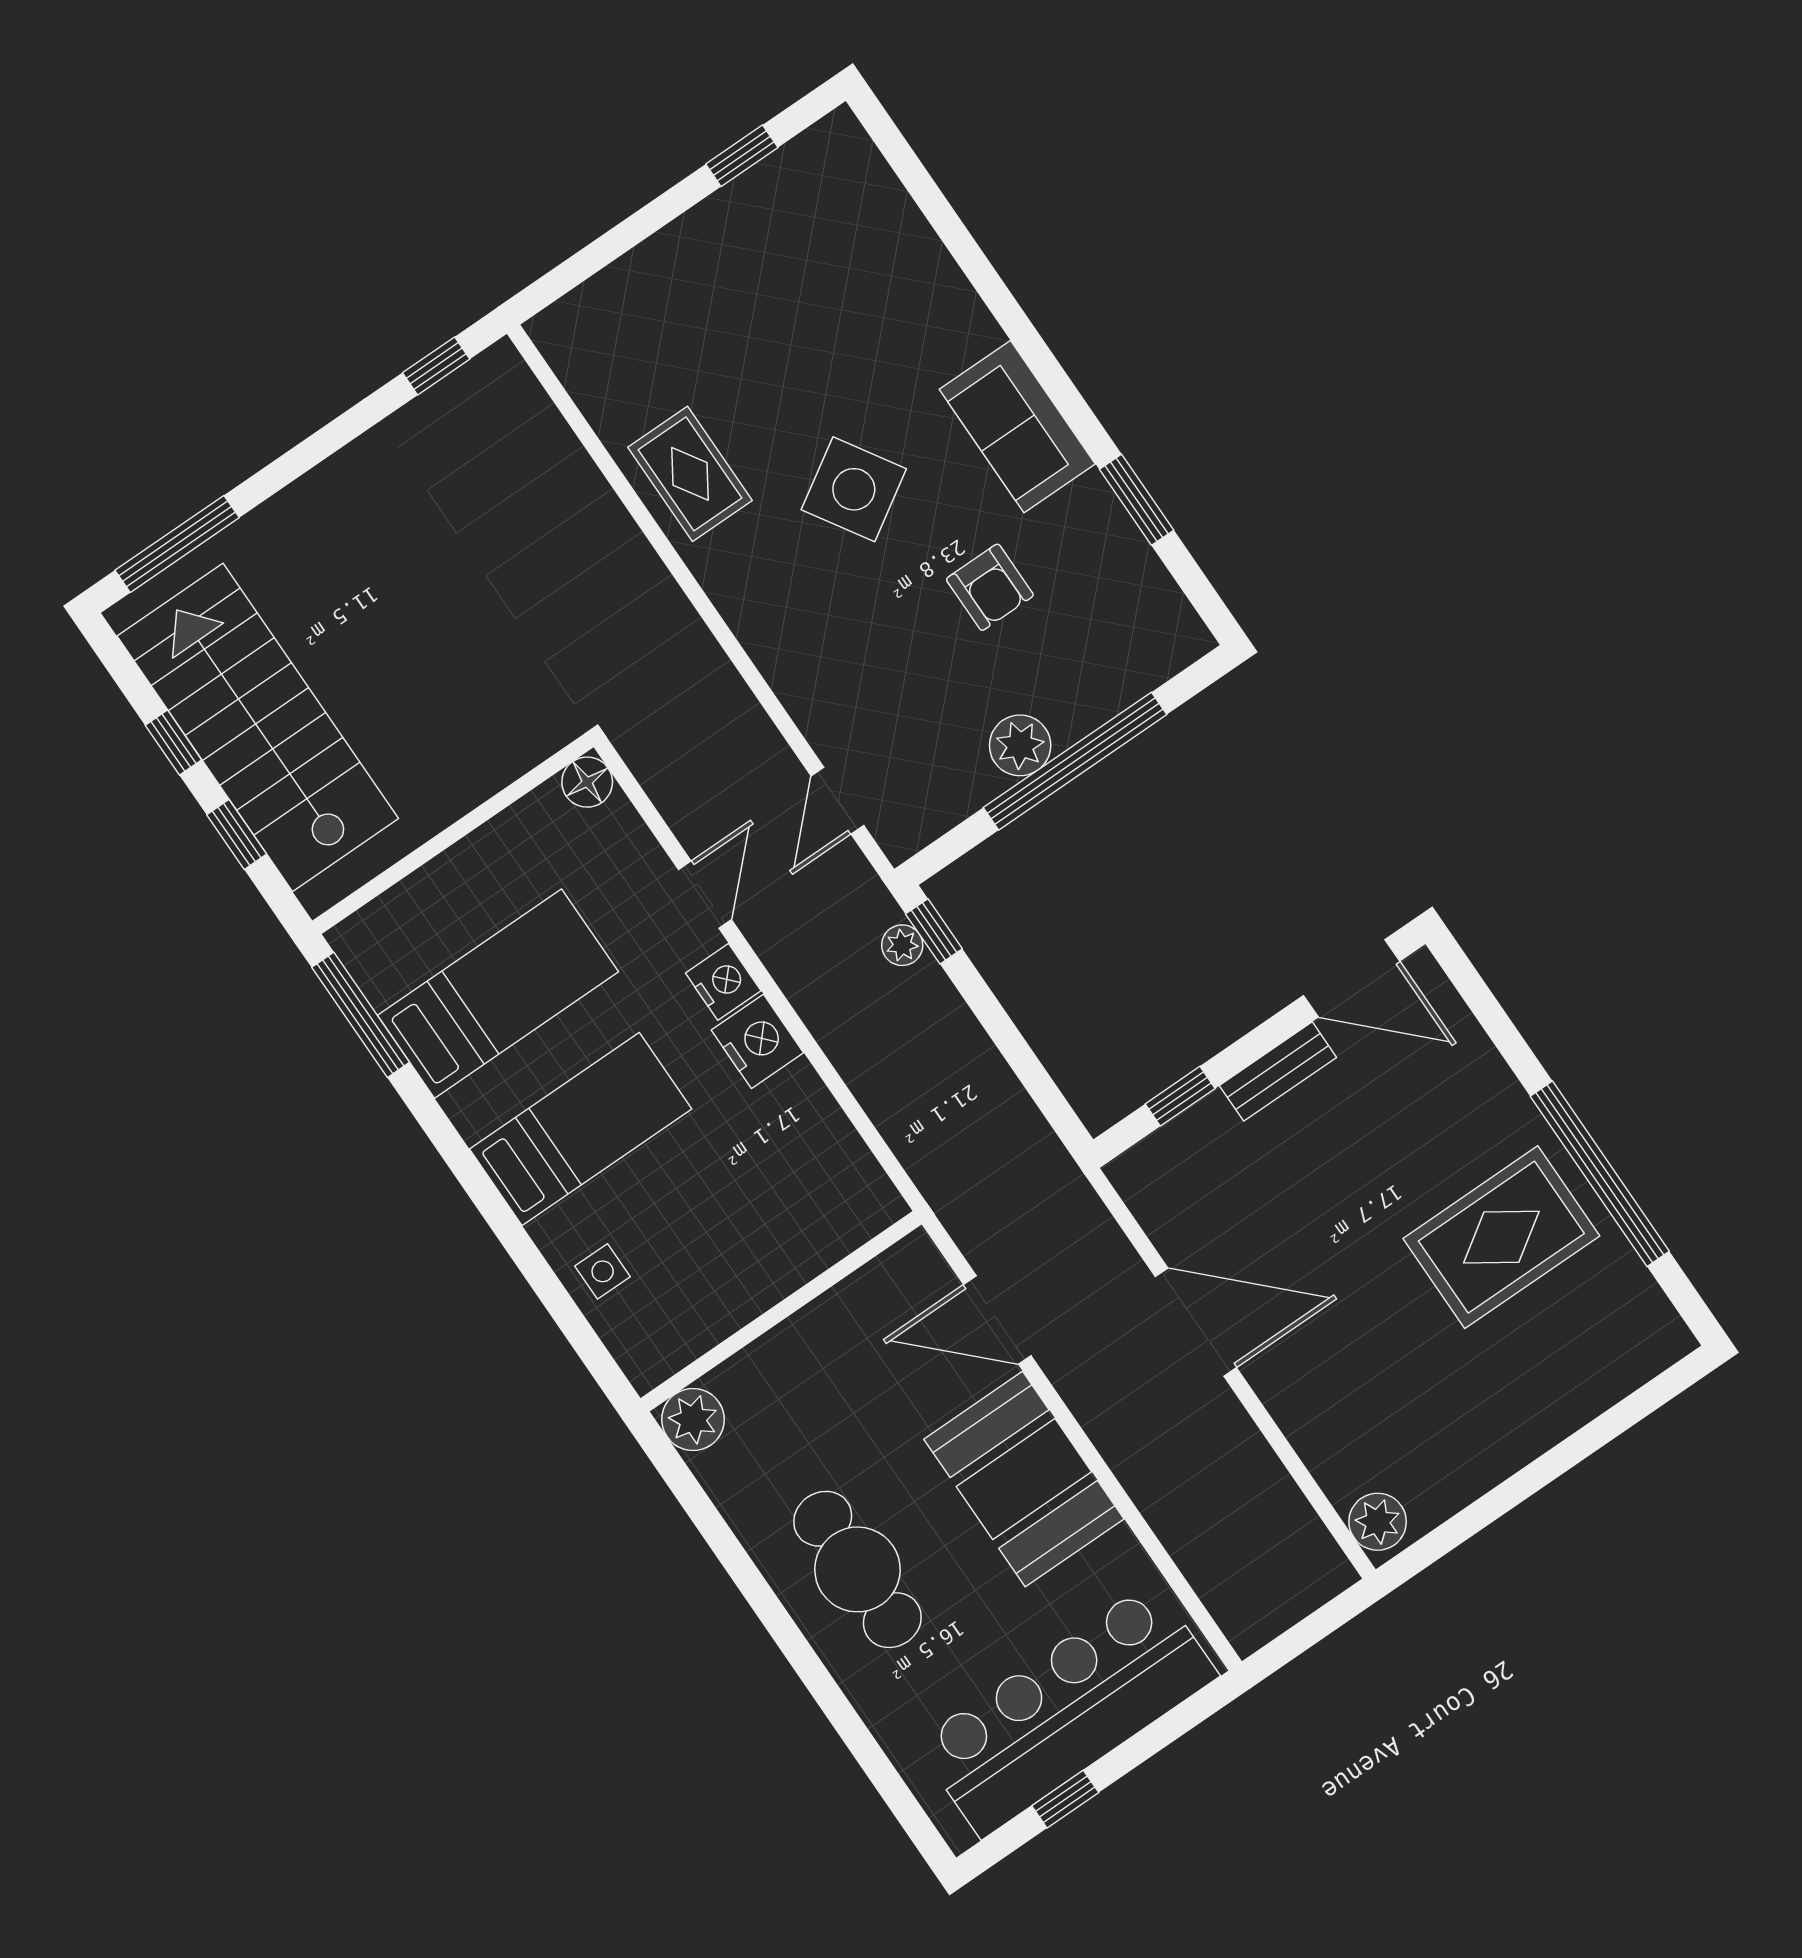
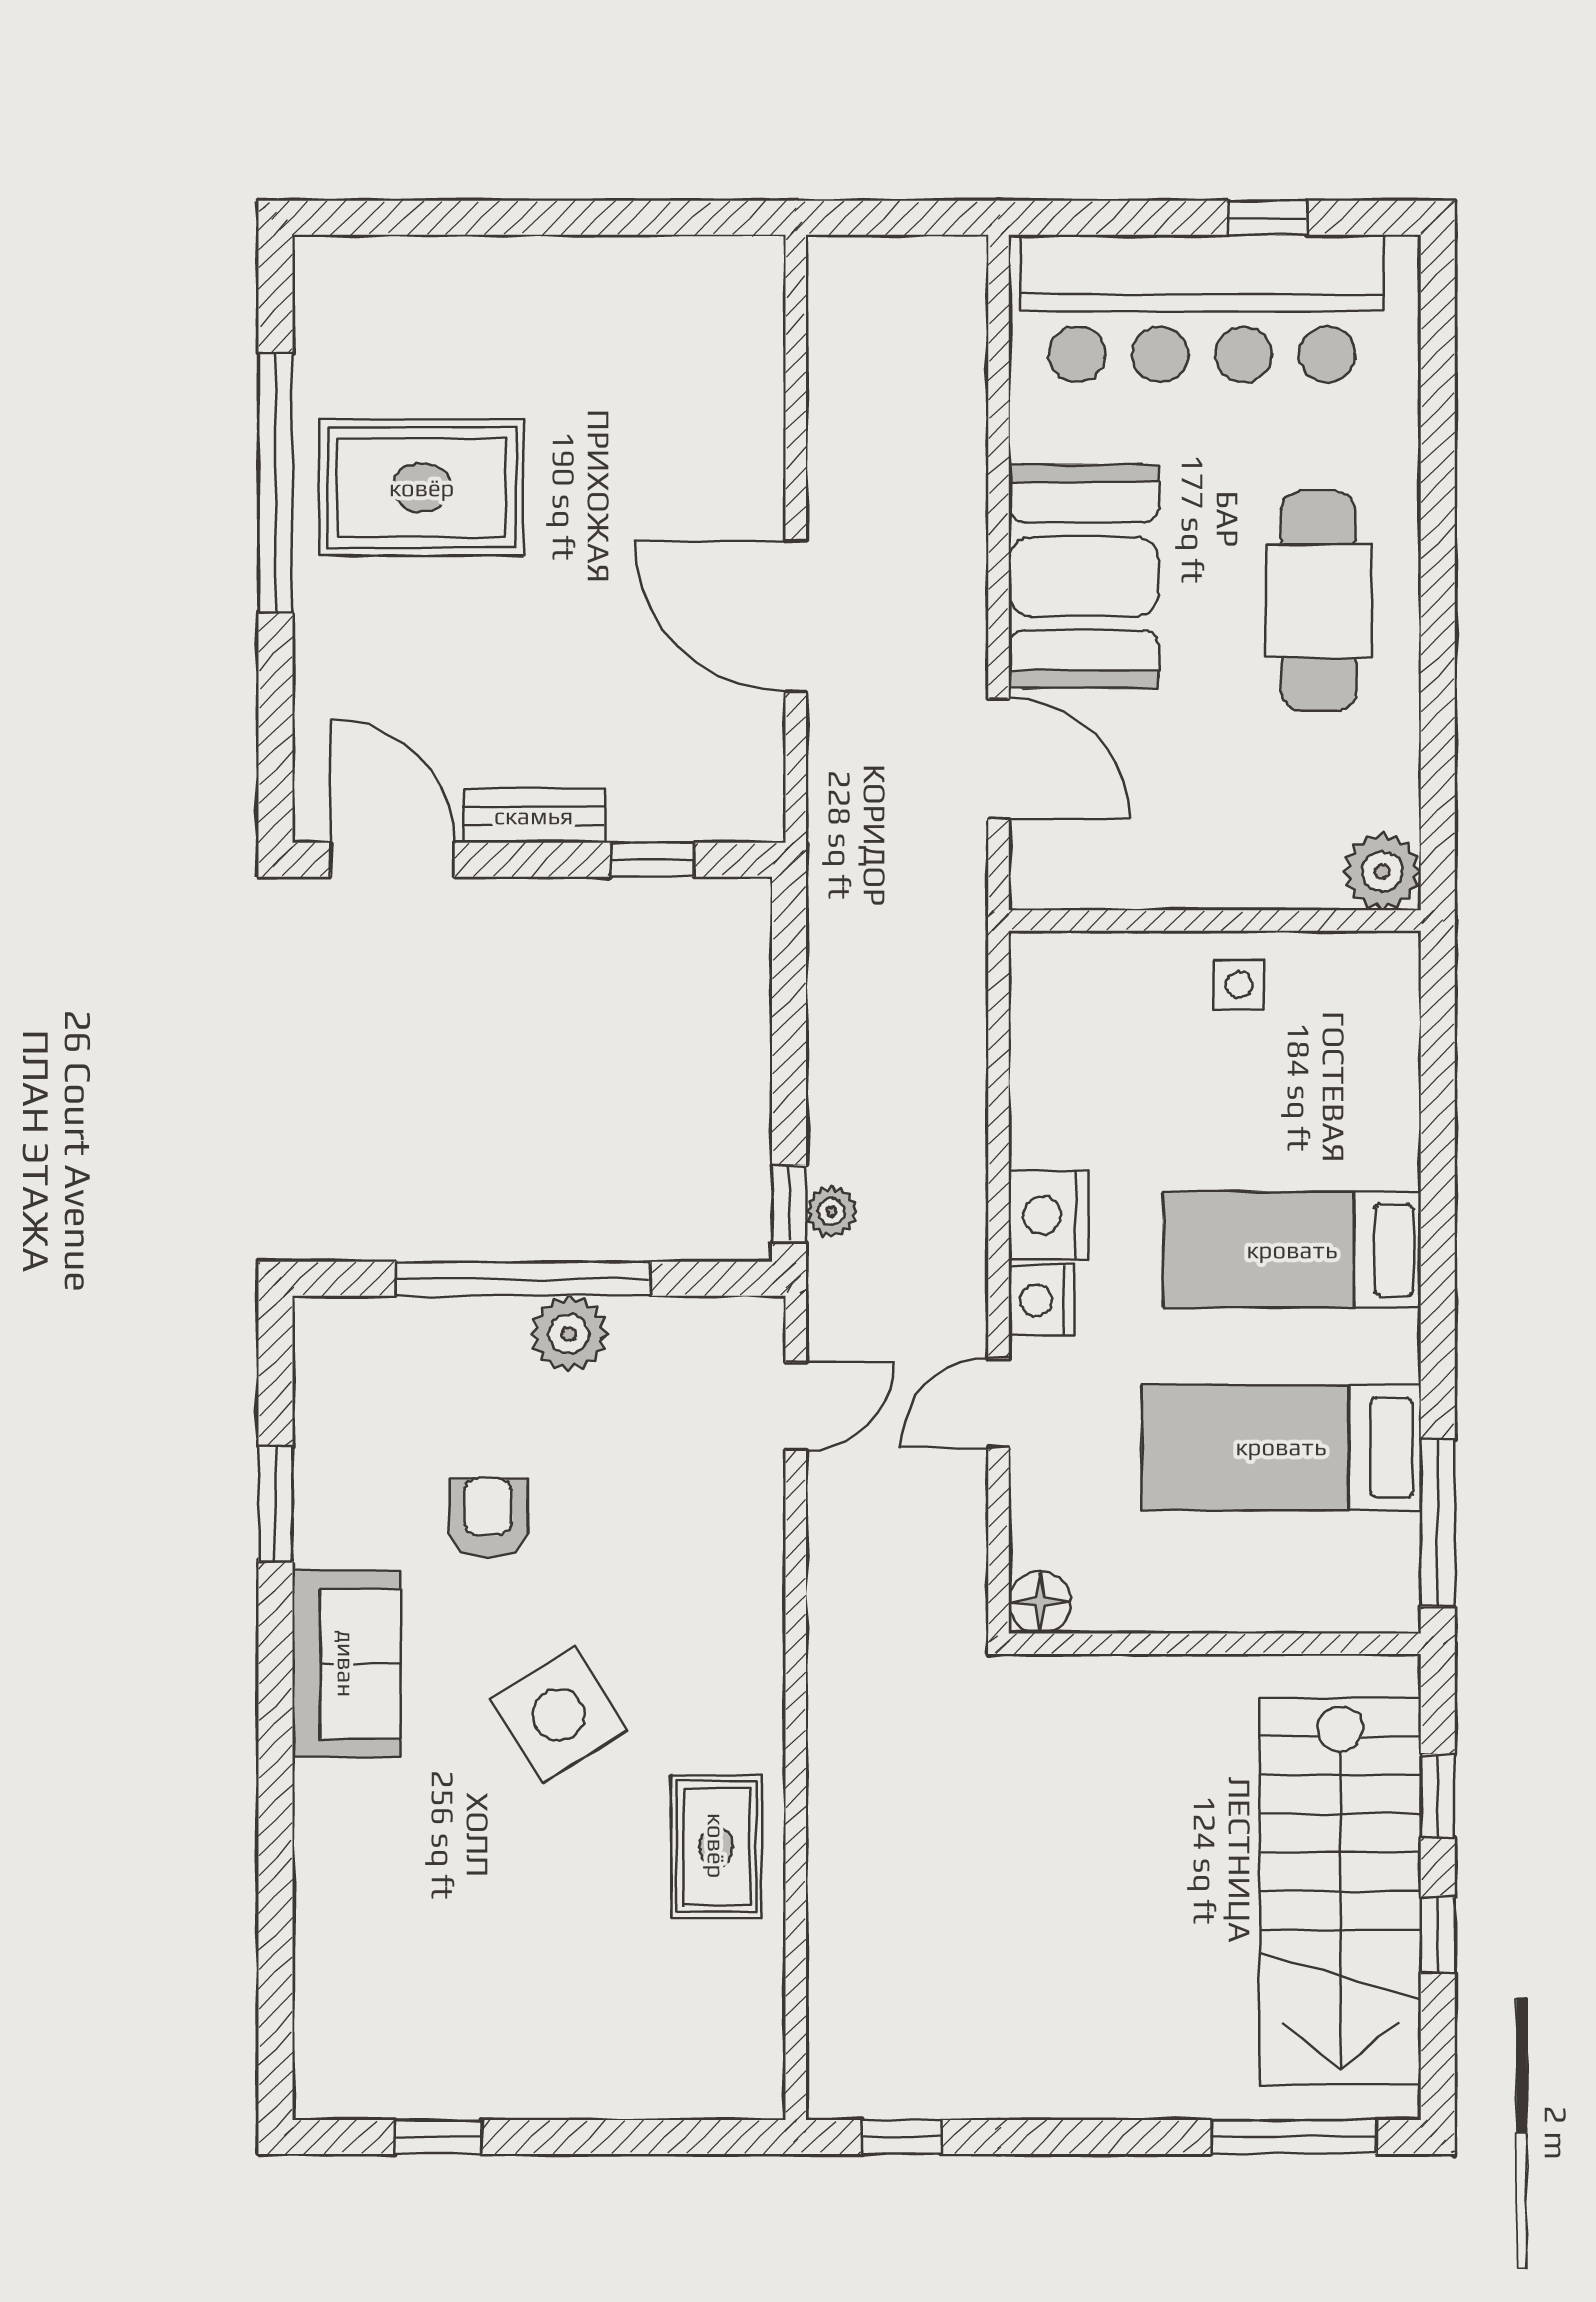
side table: (603, 1271) -> (1239, 985), moved
plant: (1378, 1522) -> (750, 282), removed

